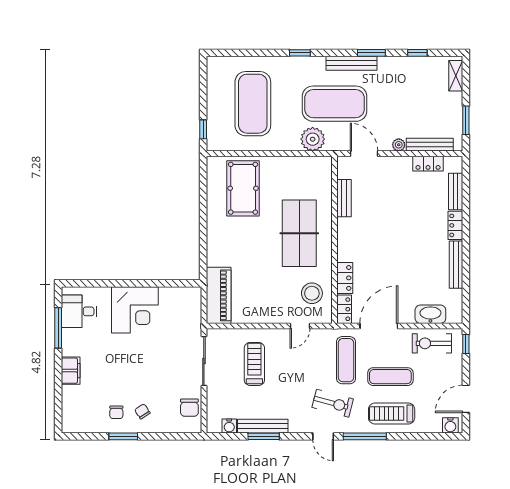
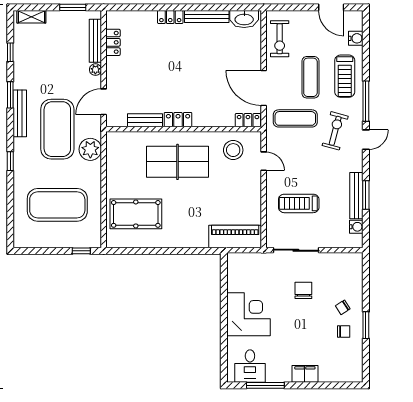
bench: (456, 191) -> (139, 17), removed
locker: (345, 278) -> (178, 120), moved
washbasin: (430, 314) -> (244, 19), moved, turned -90
window: (466, 344) -> (280, 7), removed
chair: (189, 408) -> (303, 290), moved, turned -90
water cooler: (450, 425) -> (356, 38), moved

